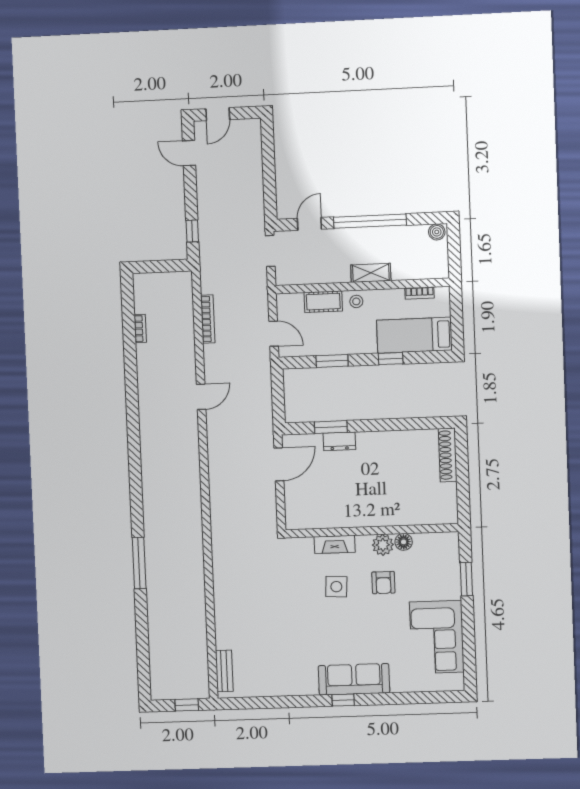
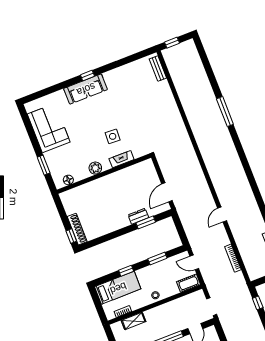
shelving: (371, 273) -> (134, 321), moved
cot: (323, 302) -> (188, 283), moved
window: (461, 447) -> (71, 236), added
floor lamp: (404, 542) -> (68, 180), moved
armchair: (383, 583) -> (88, 148), removed

